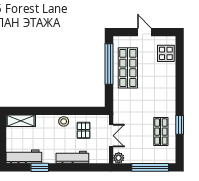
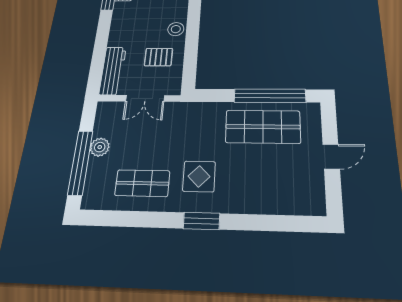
display table: (166, 53) -> (199, 176), moved
window: (180, 125) -> (202, 221), moved
workbench: (72, 157) -> (113, 71), moved
plant: (119, 158) -> (100, 147), moved

